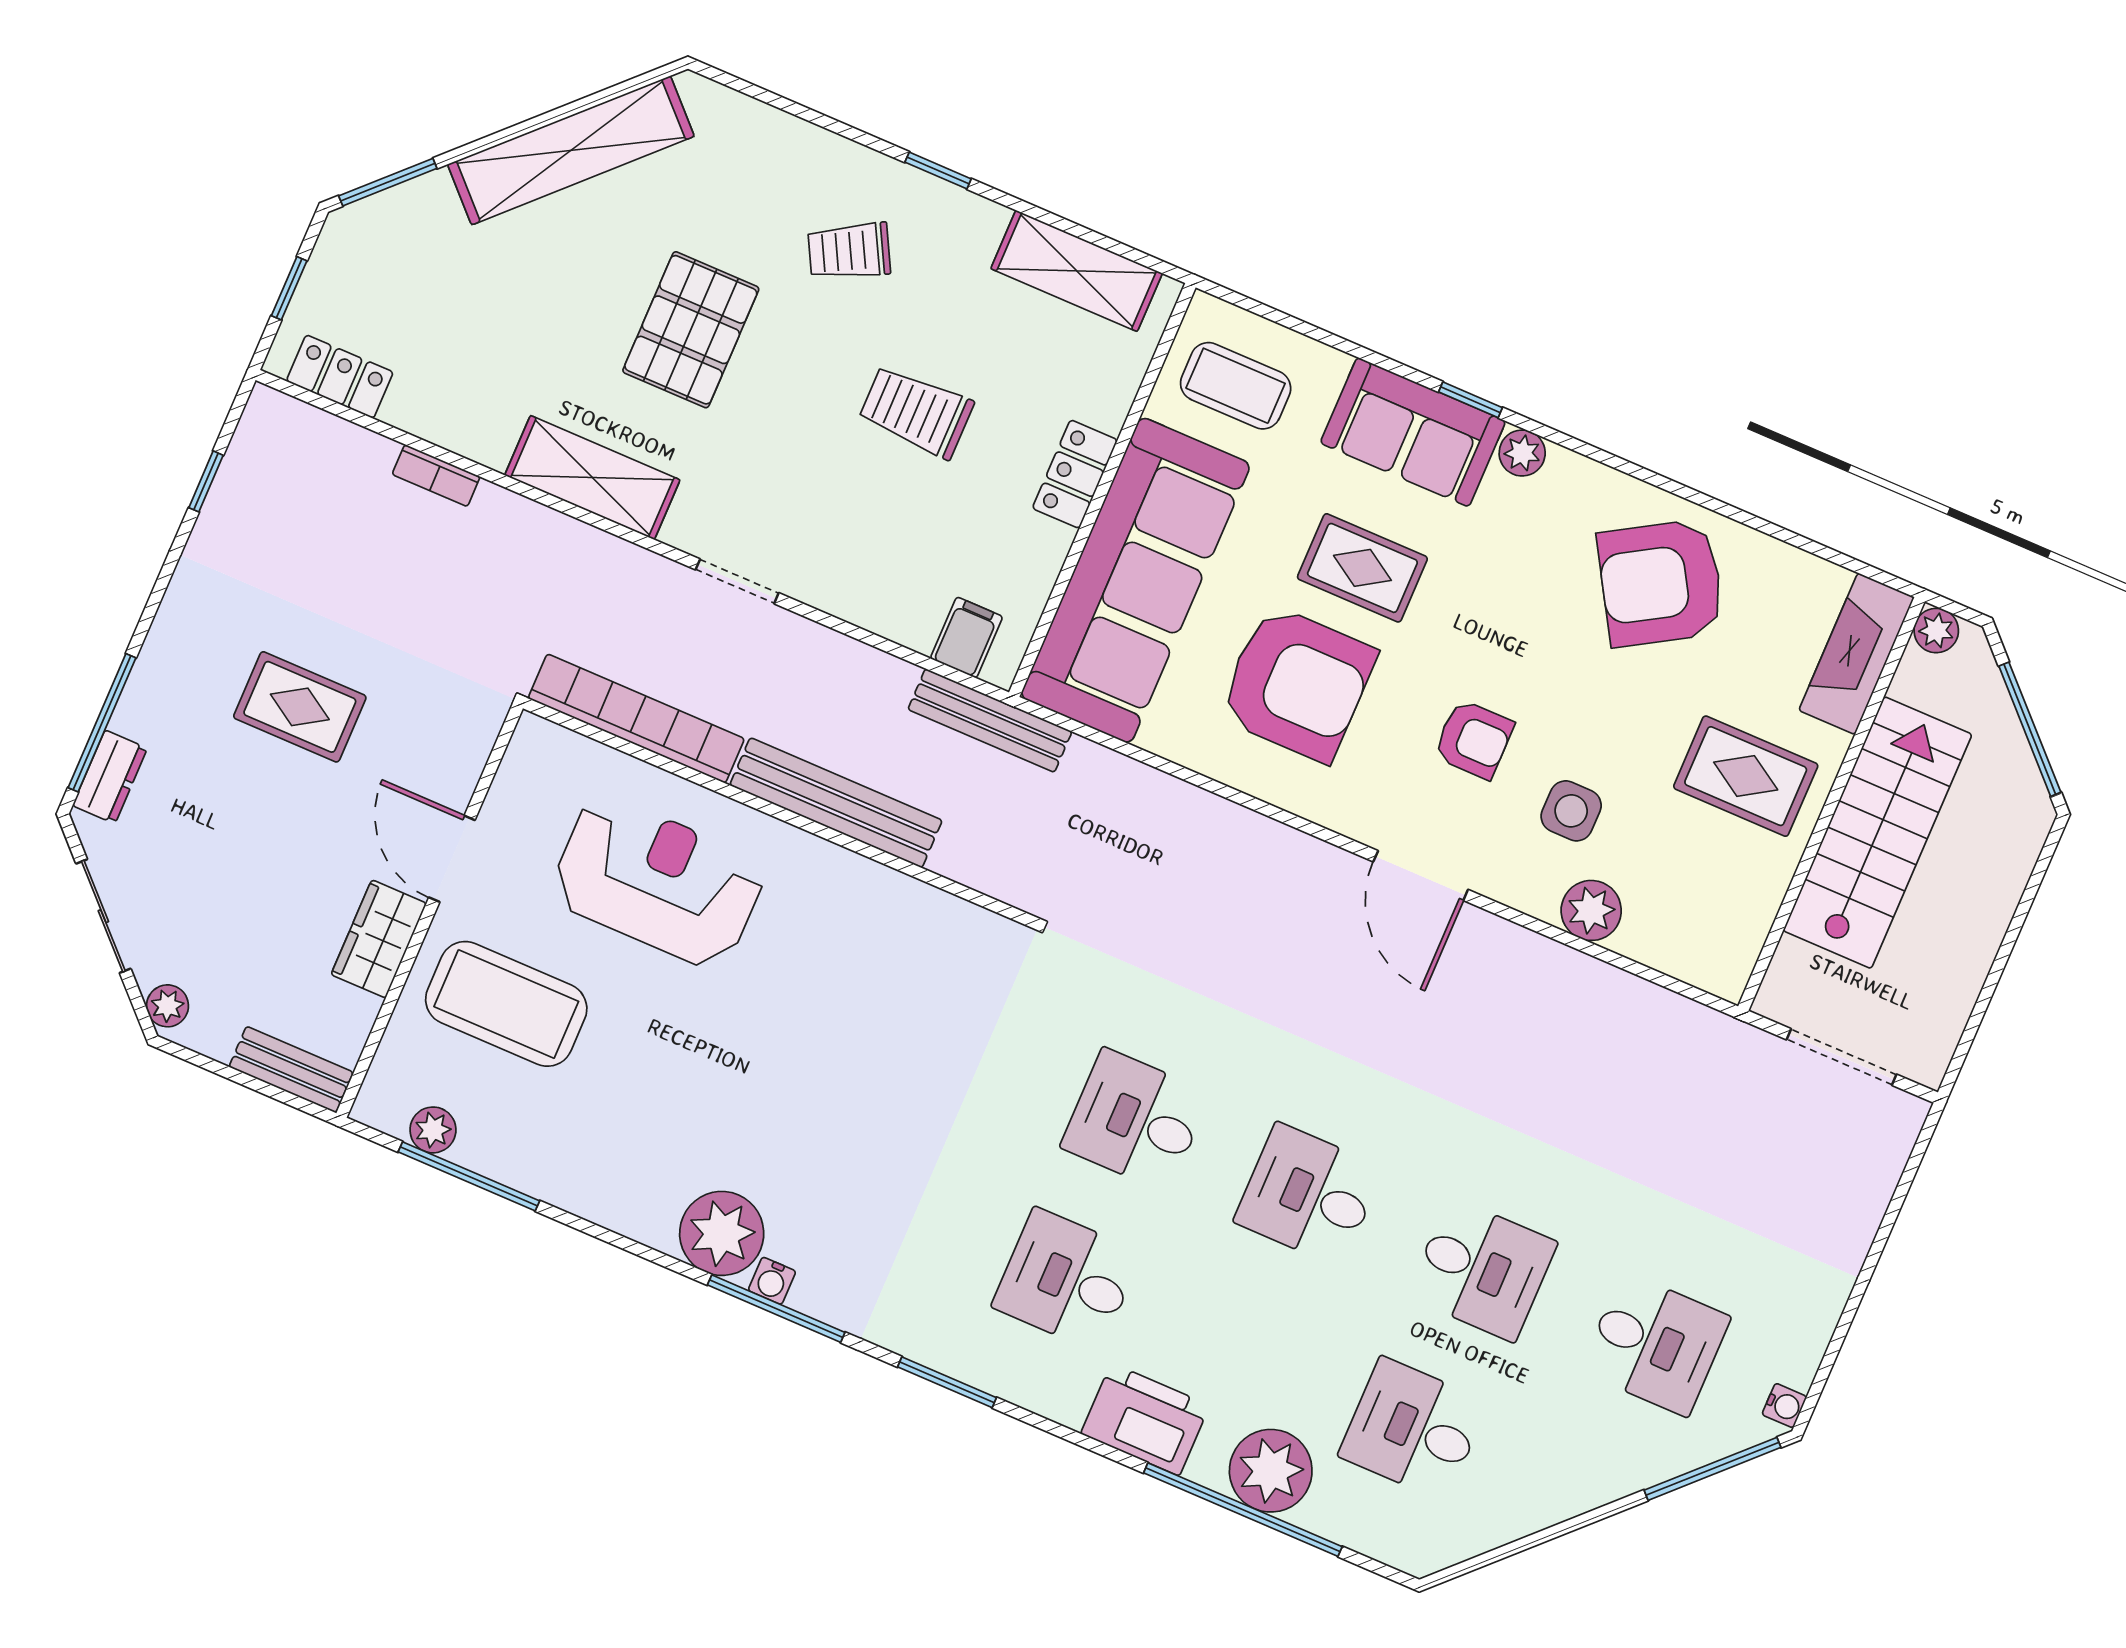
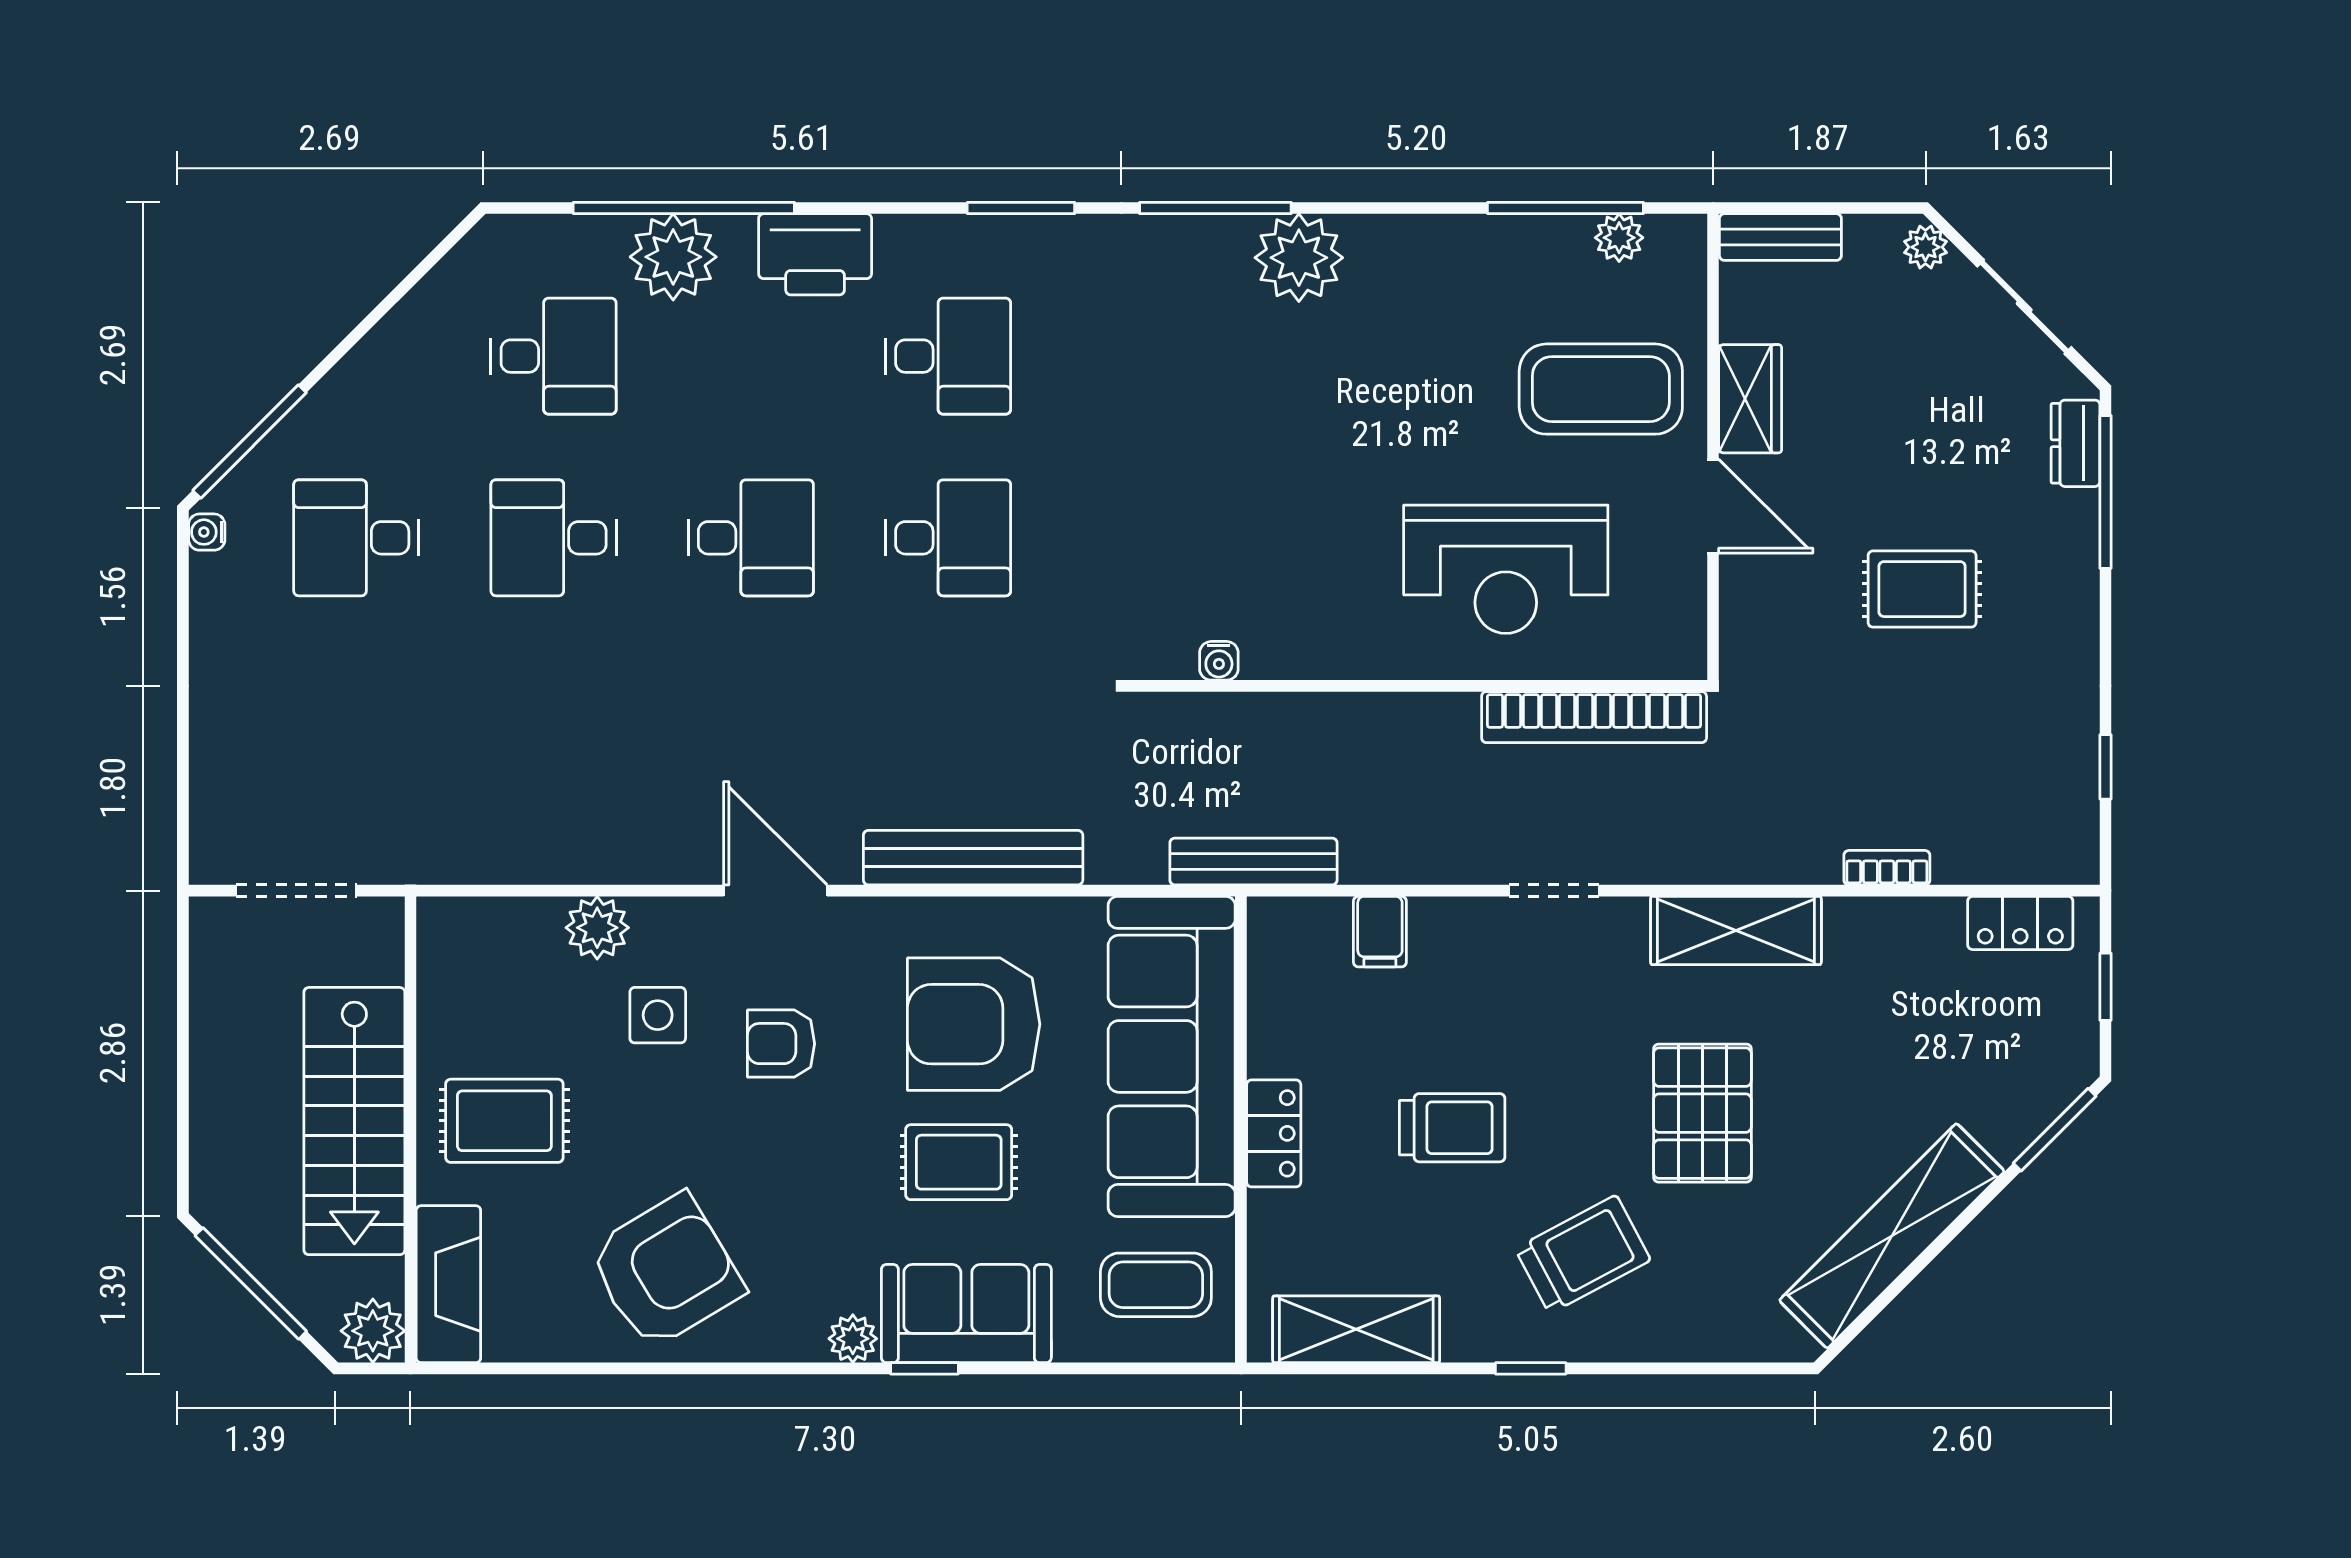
trolley: (849, 251) -> (1583, 1254), width x1.36, depth x1.39
plant: (1936, 631) -> (373, 1331), width x1.38, depth x1.38
filing cabinet: (967, 637) -> (1380, 932), moved
bench: (836, 803) -> (973, 858), moved
water cooler: (772, 1281) -> (1219, 661), moved, turned 180

